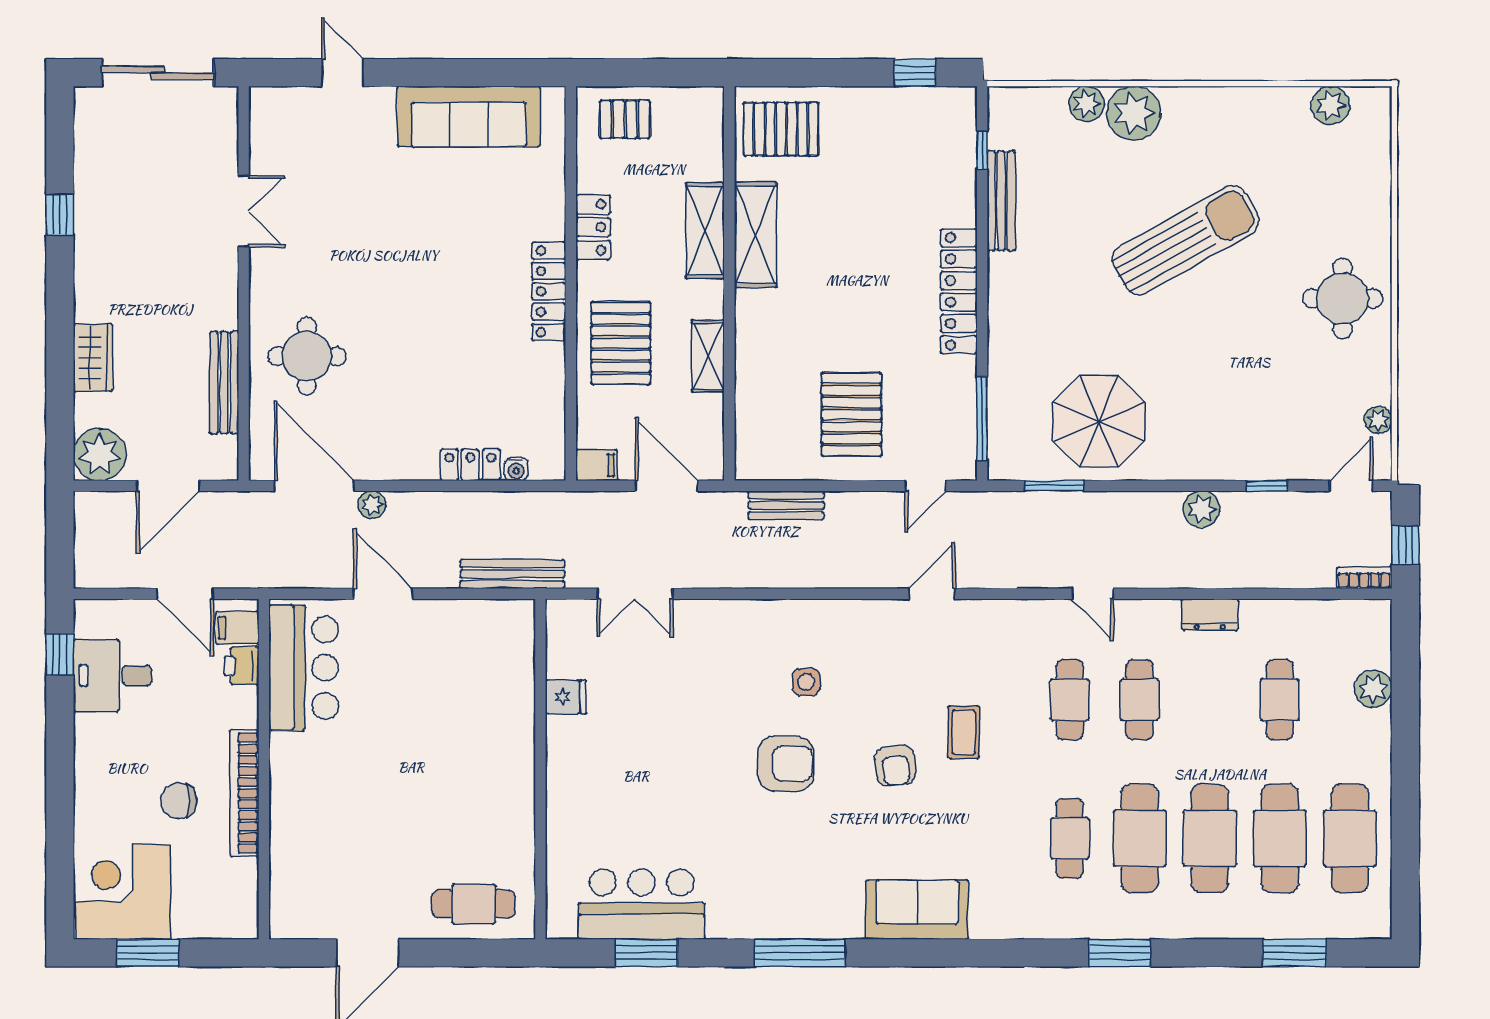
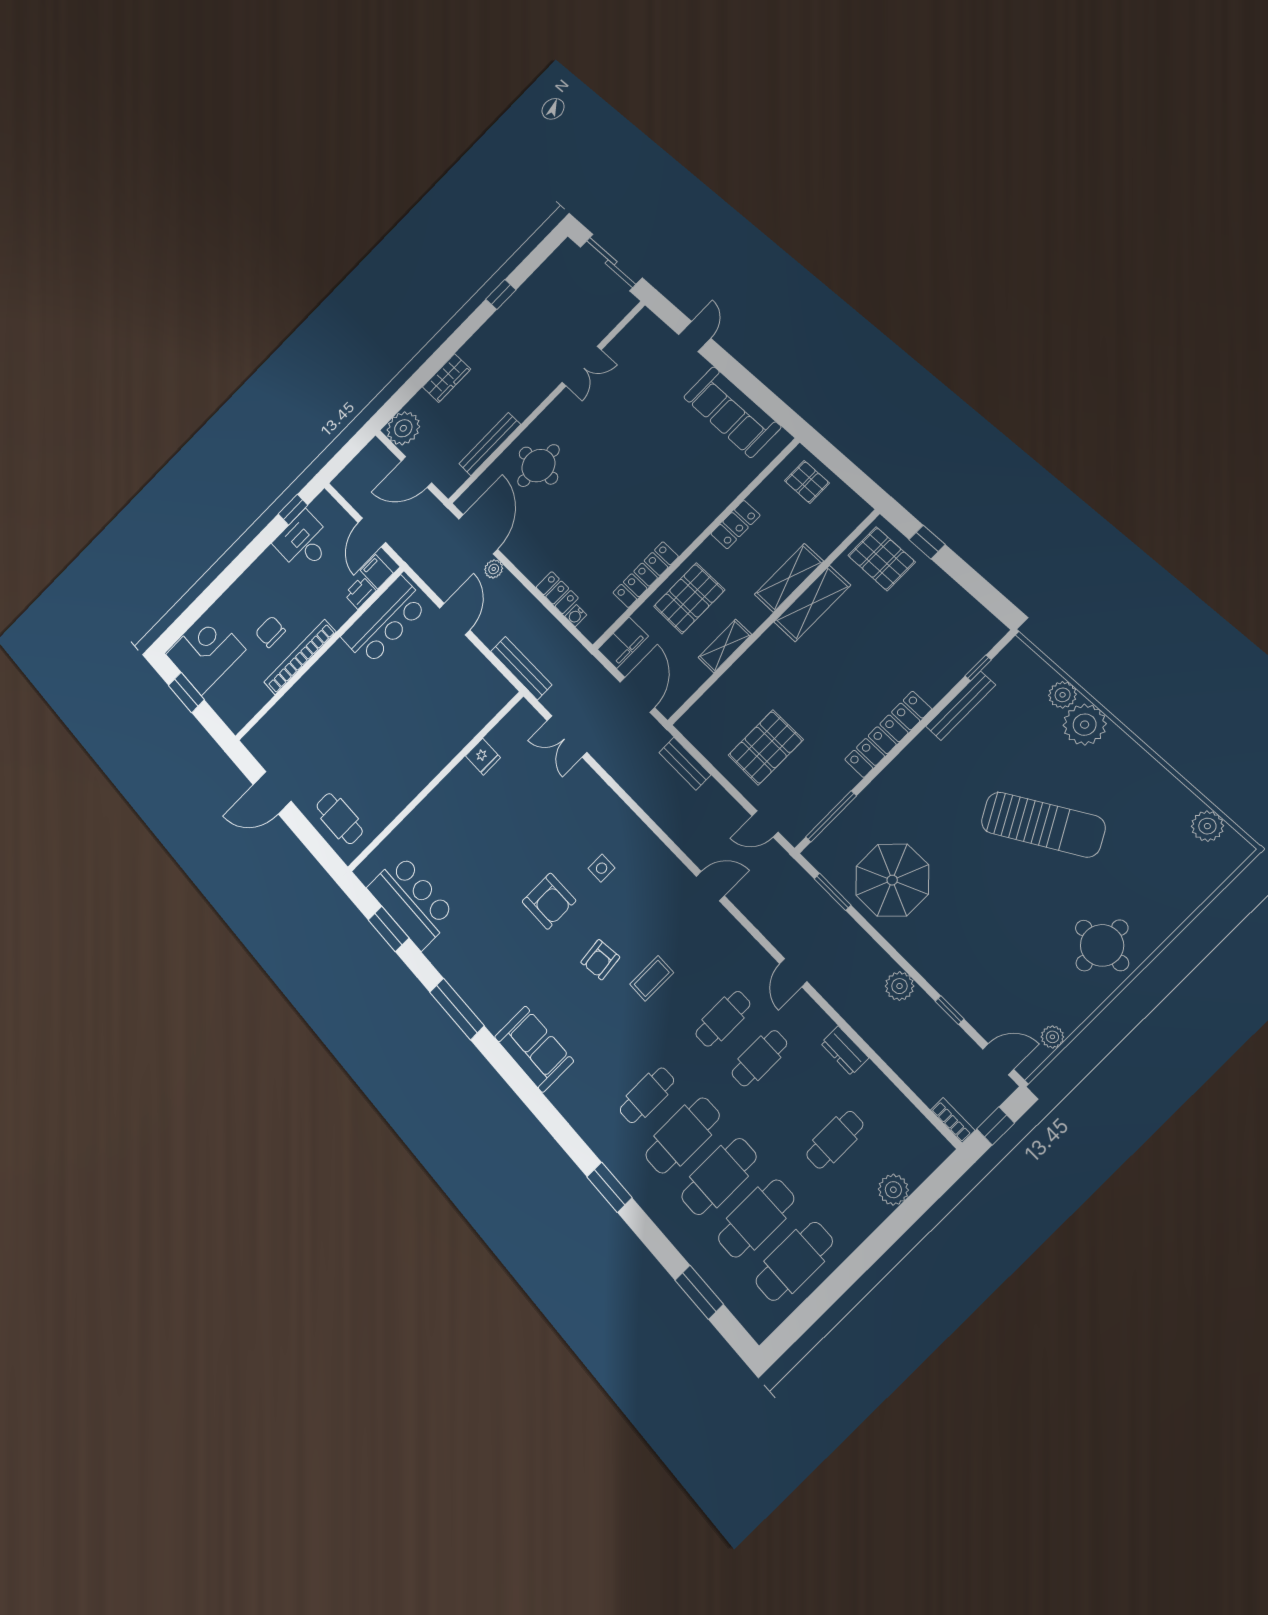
window: (915, 73) -> (927, 542), moved
locker: (549, 291) -> (646, 575), moved
filing cabinet: (597, 465) -> (623, 643), width x2.00

